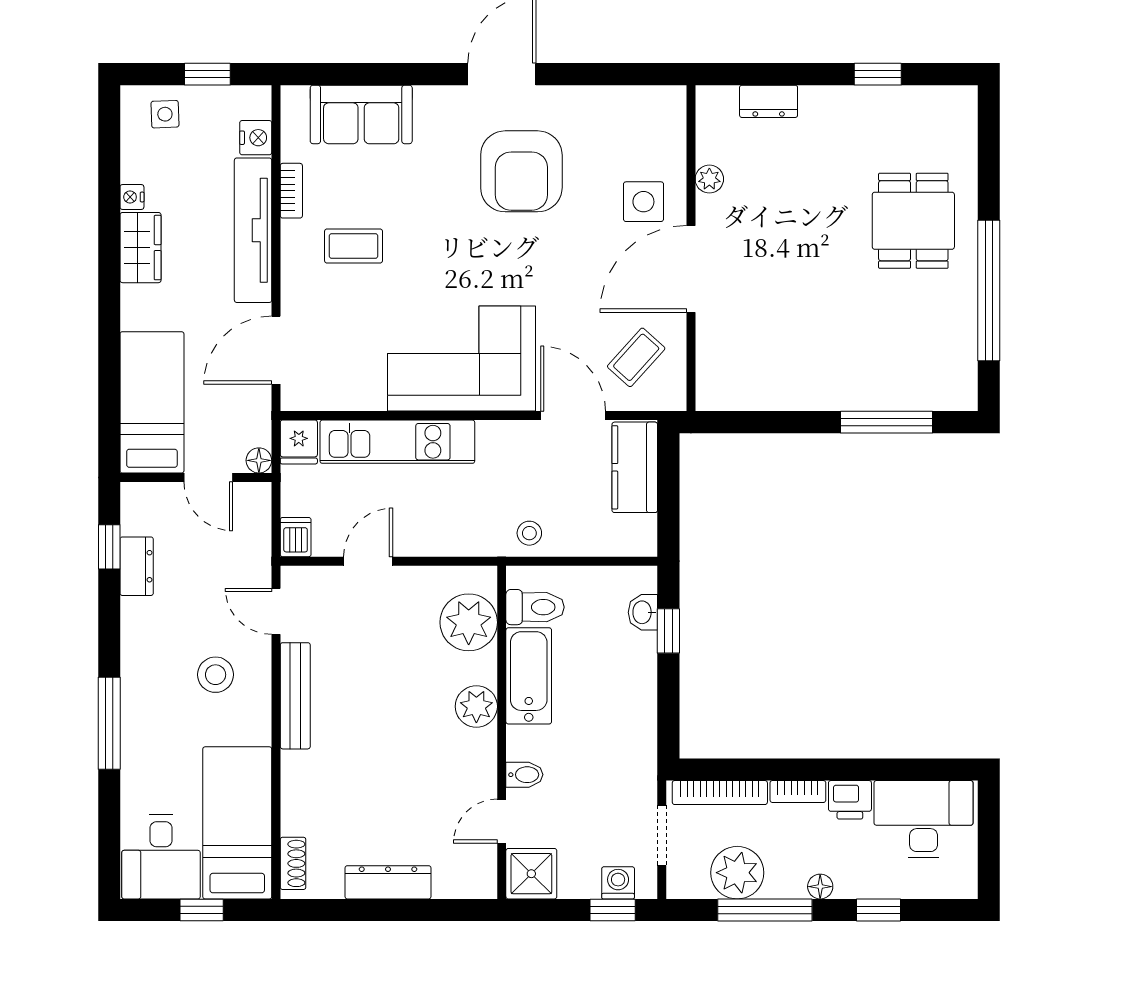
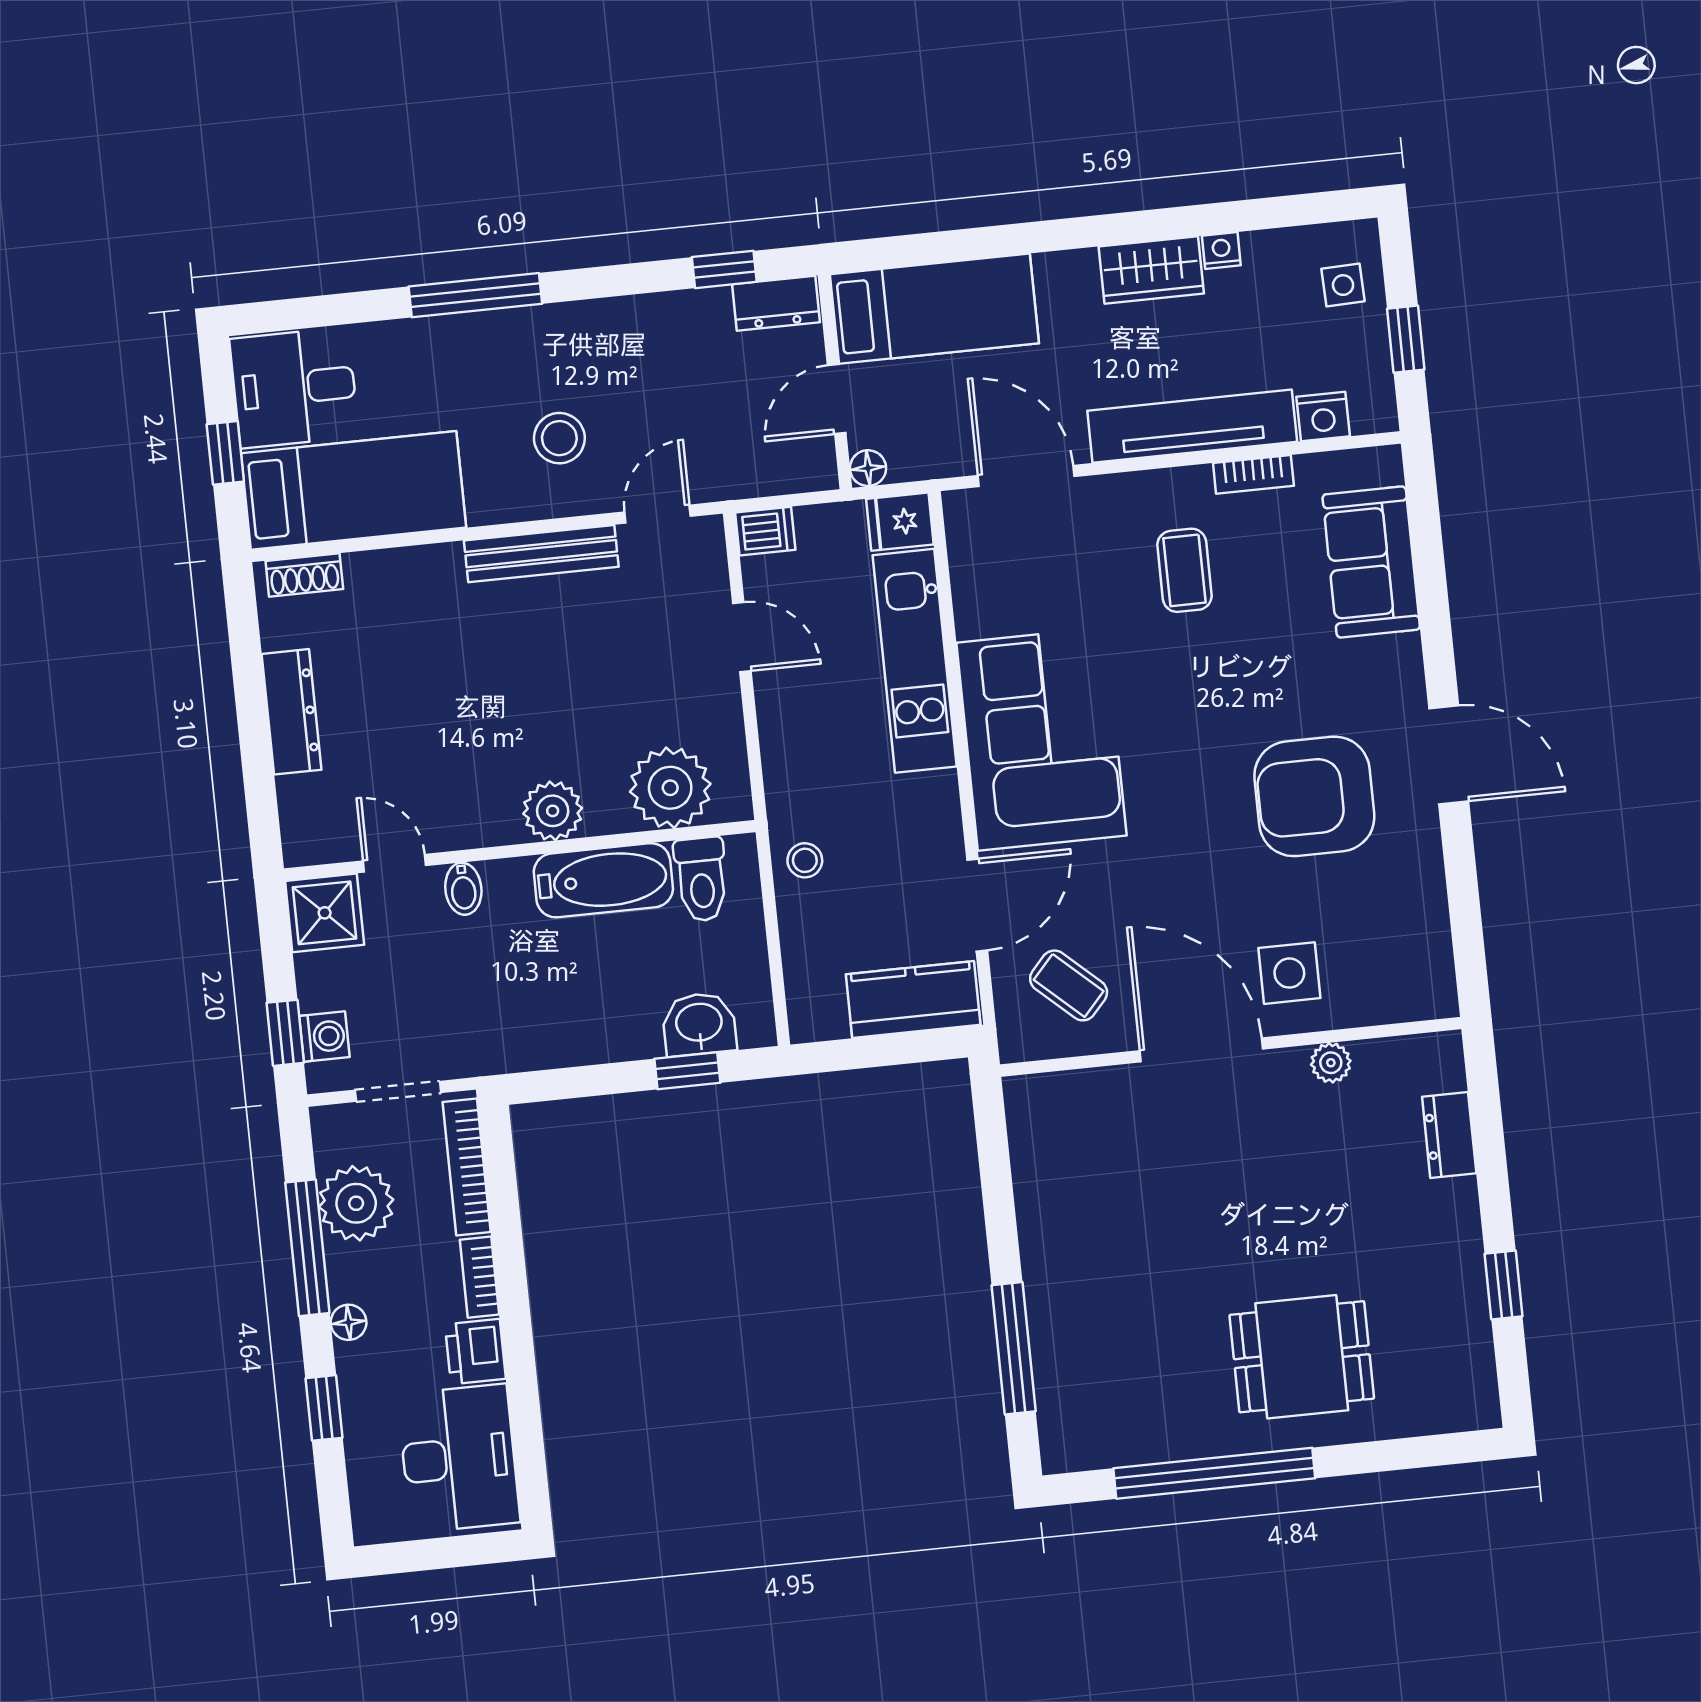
dresser: (137, 566) -> (776, 303), moved
washbasin: (643, 612) -> (699, 1024), width x1.38, depth x1.45

